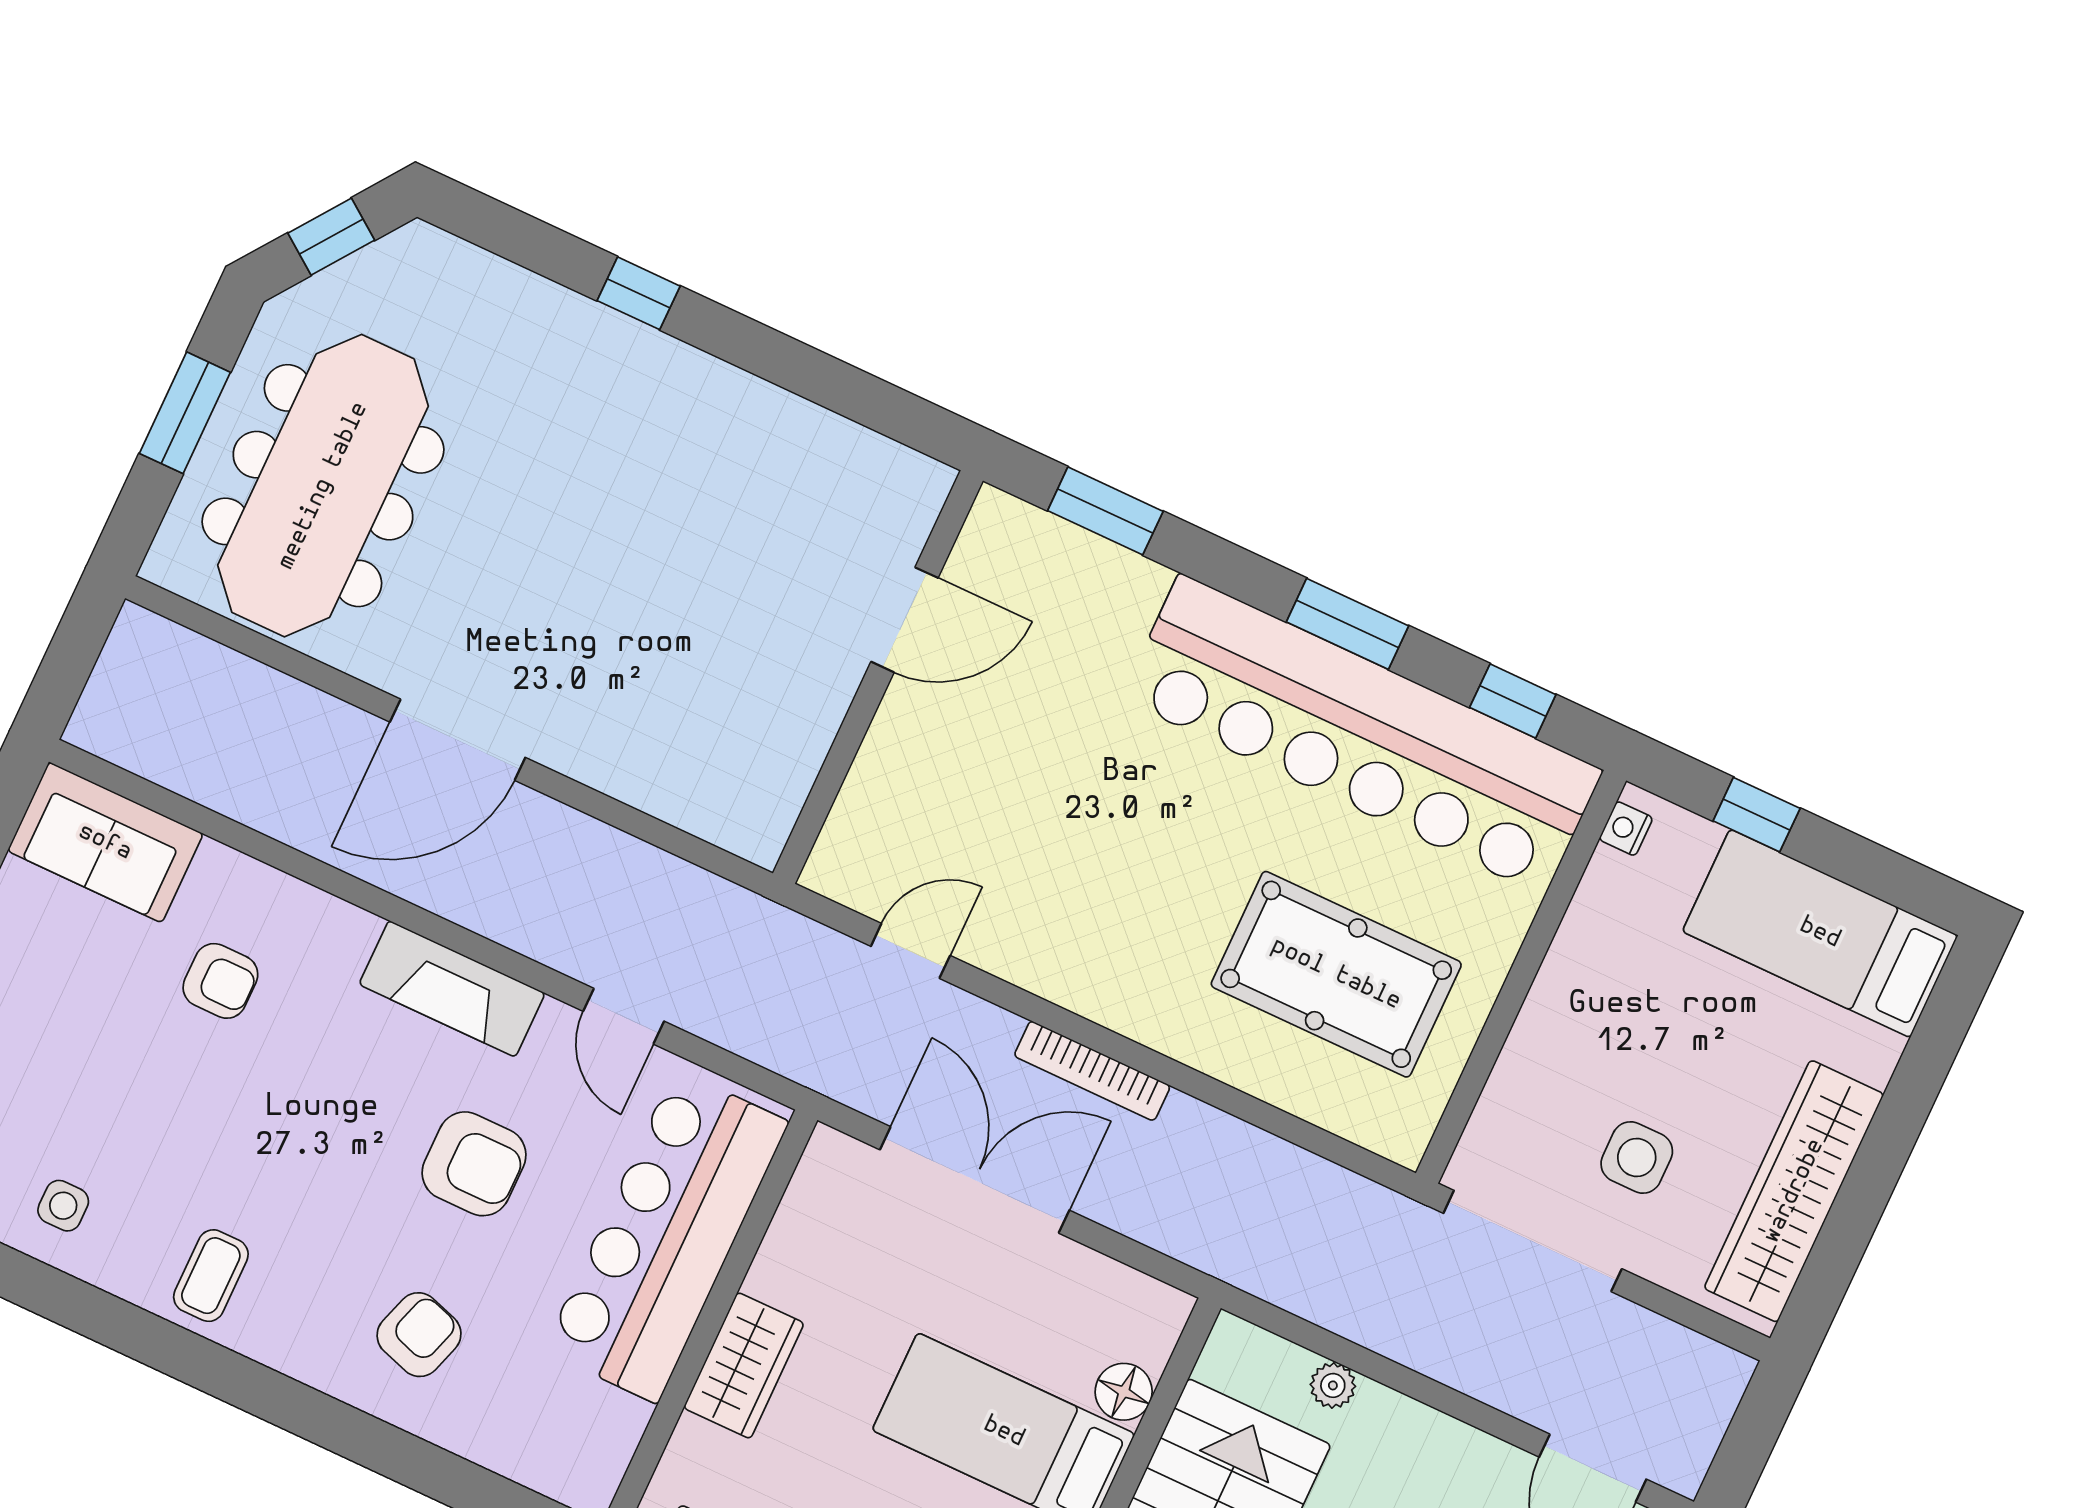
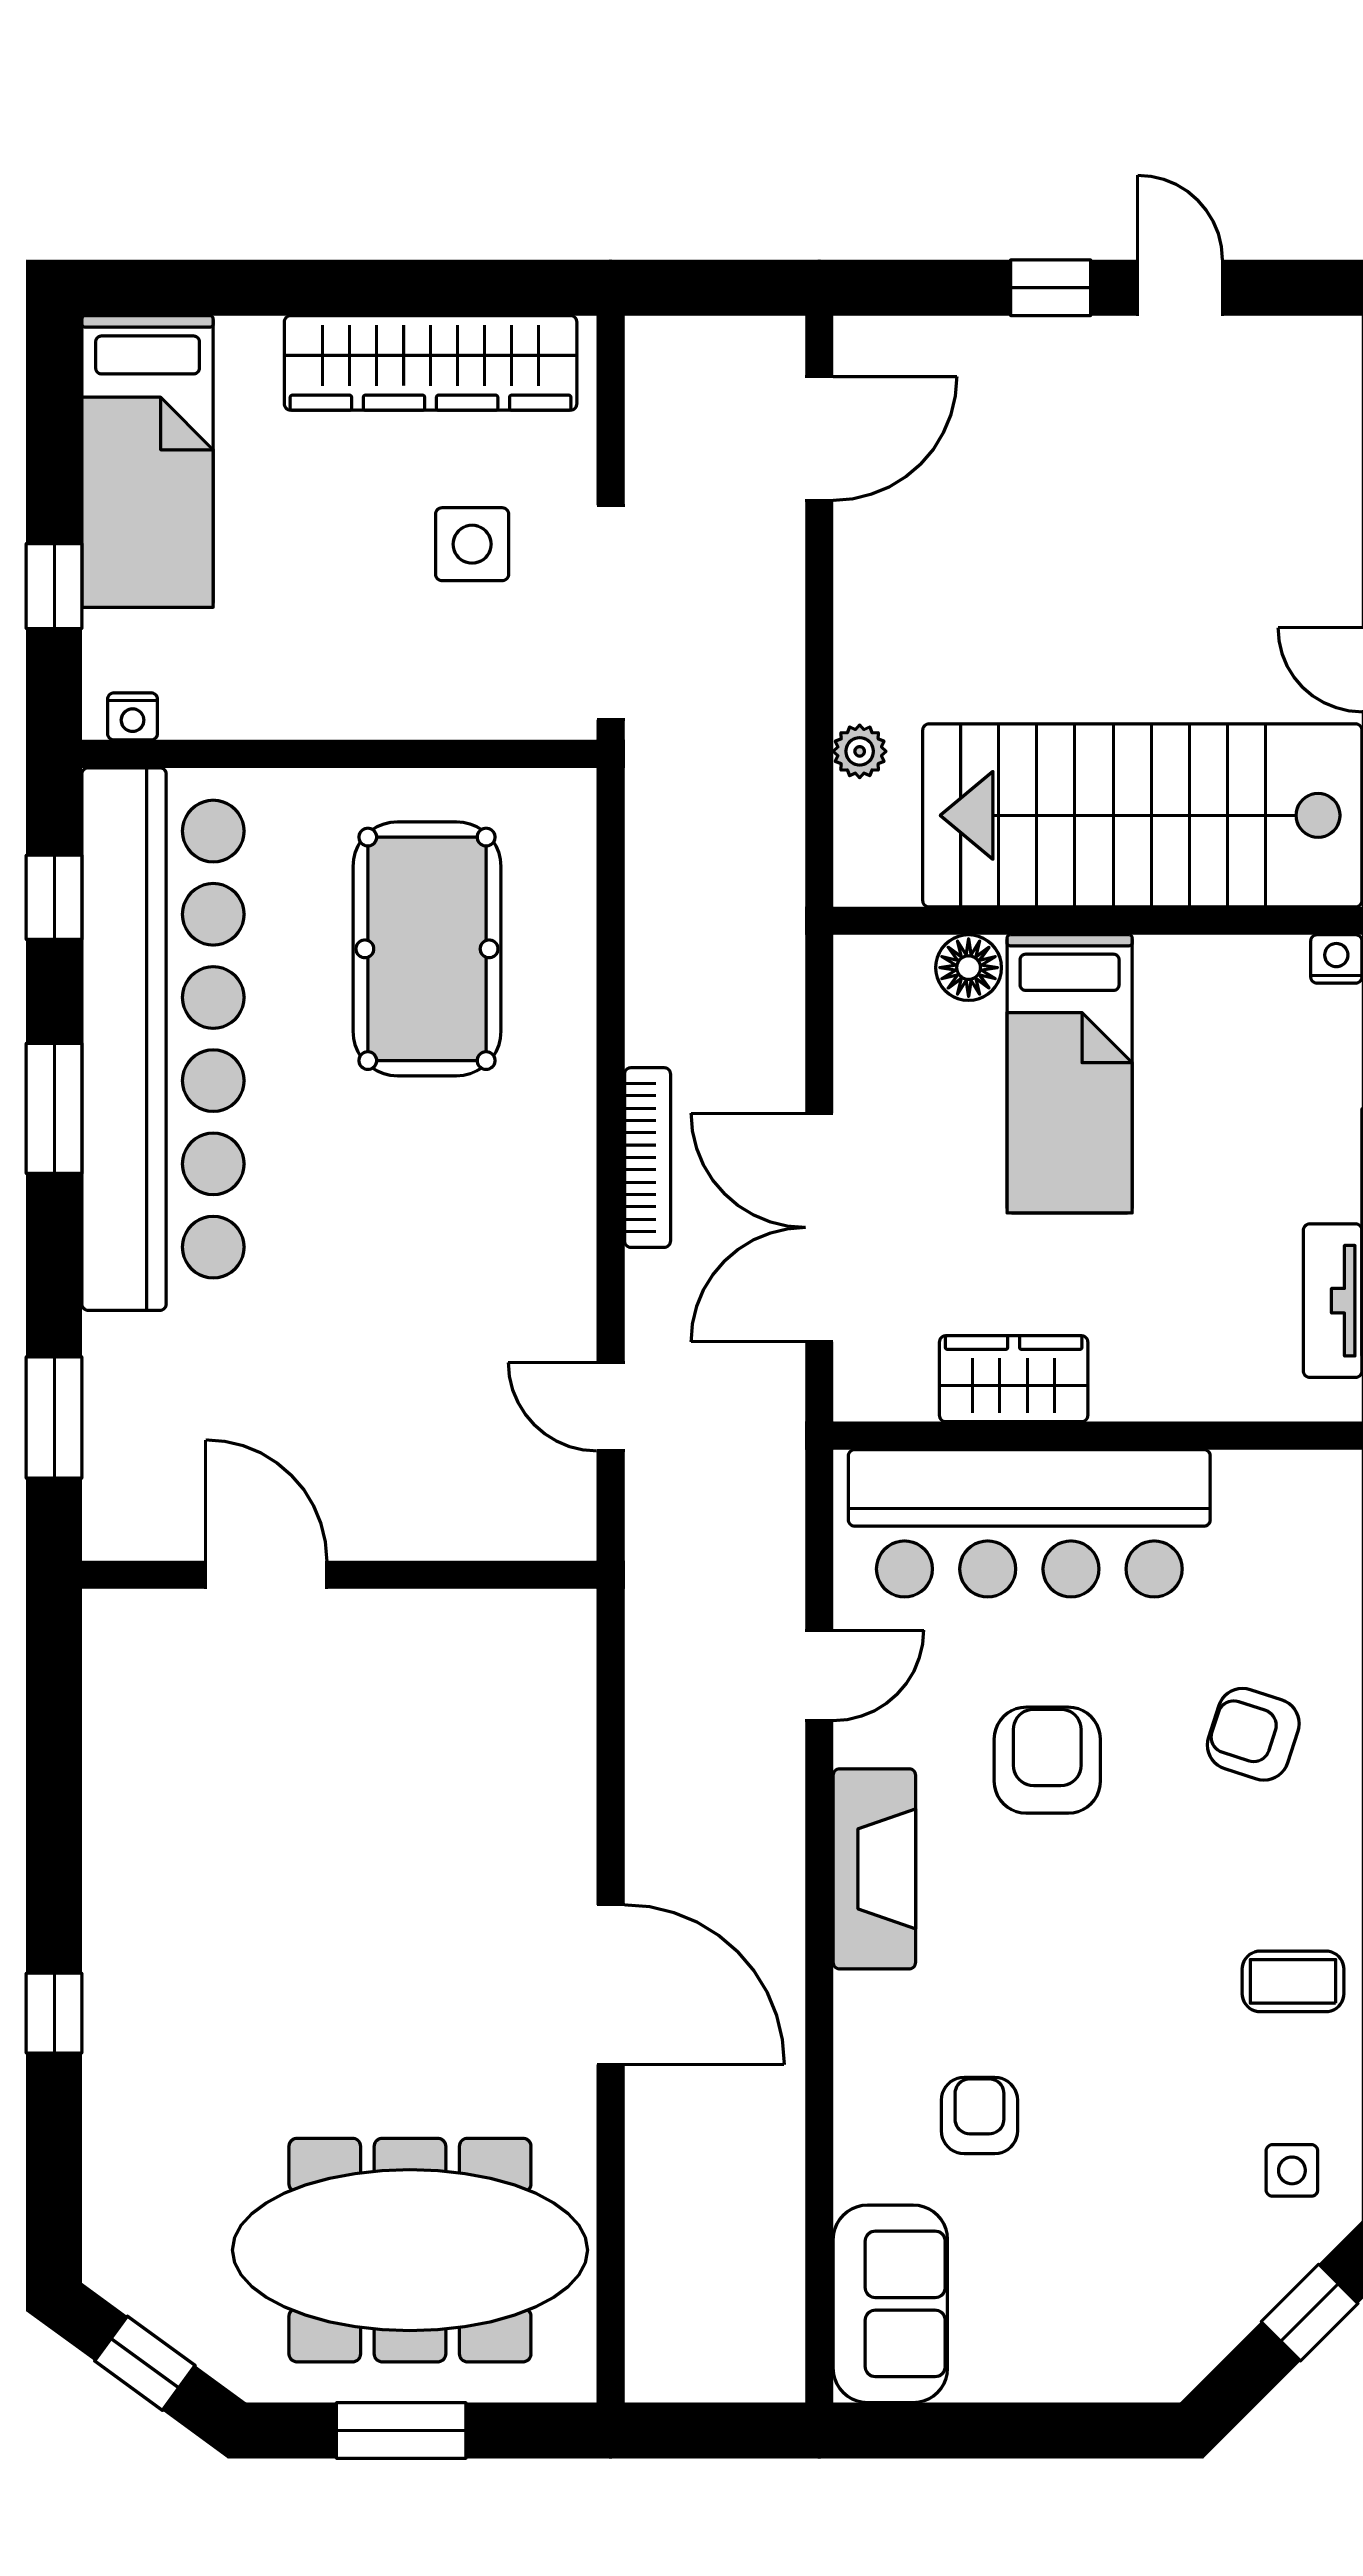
wardrobe: (744, 1366) -> (1014, 1379), moved

